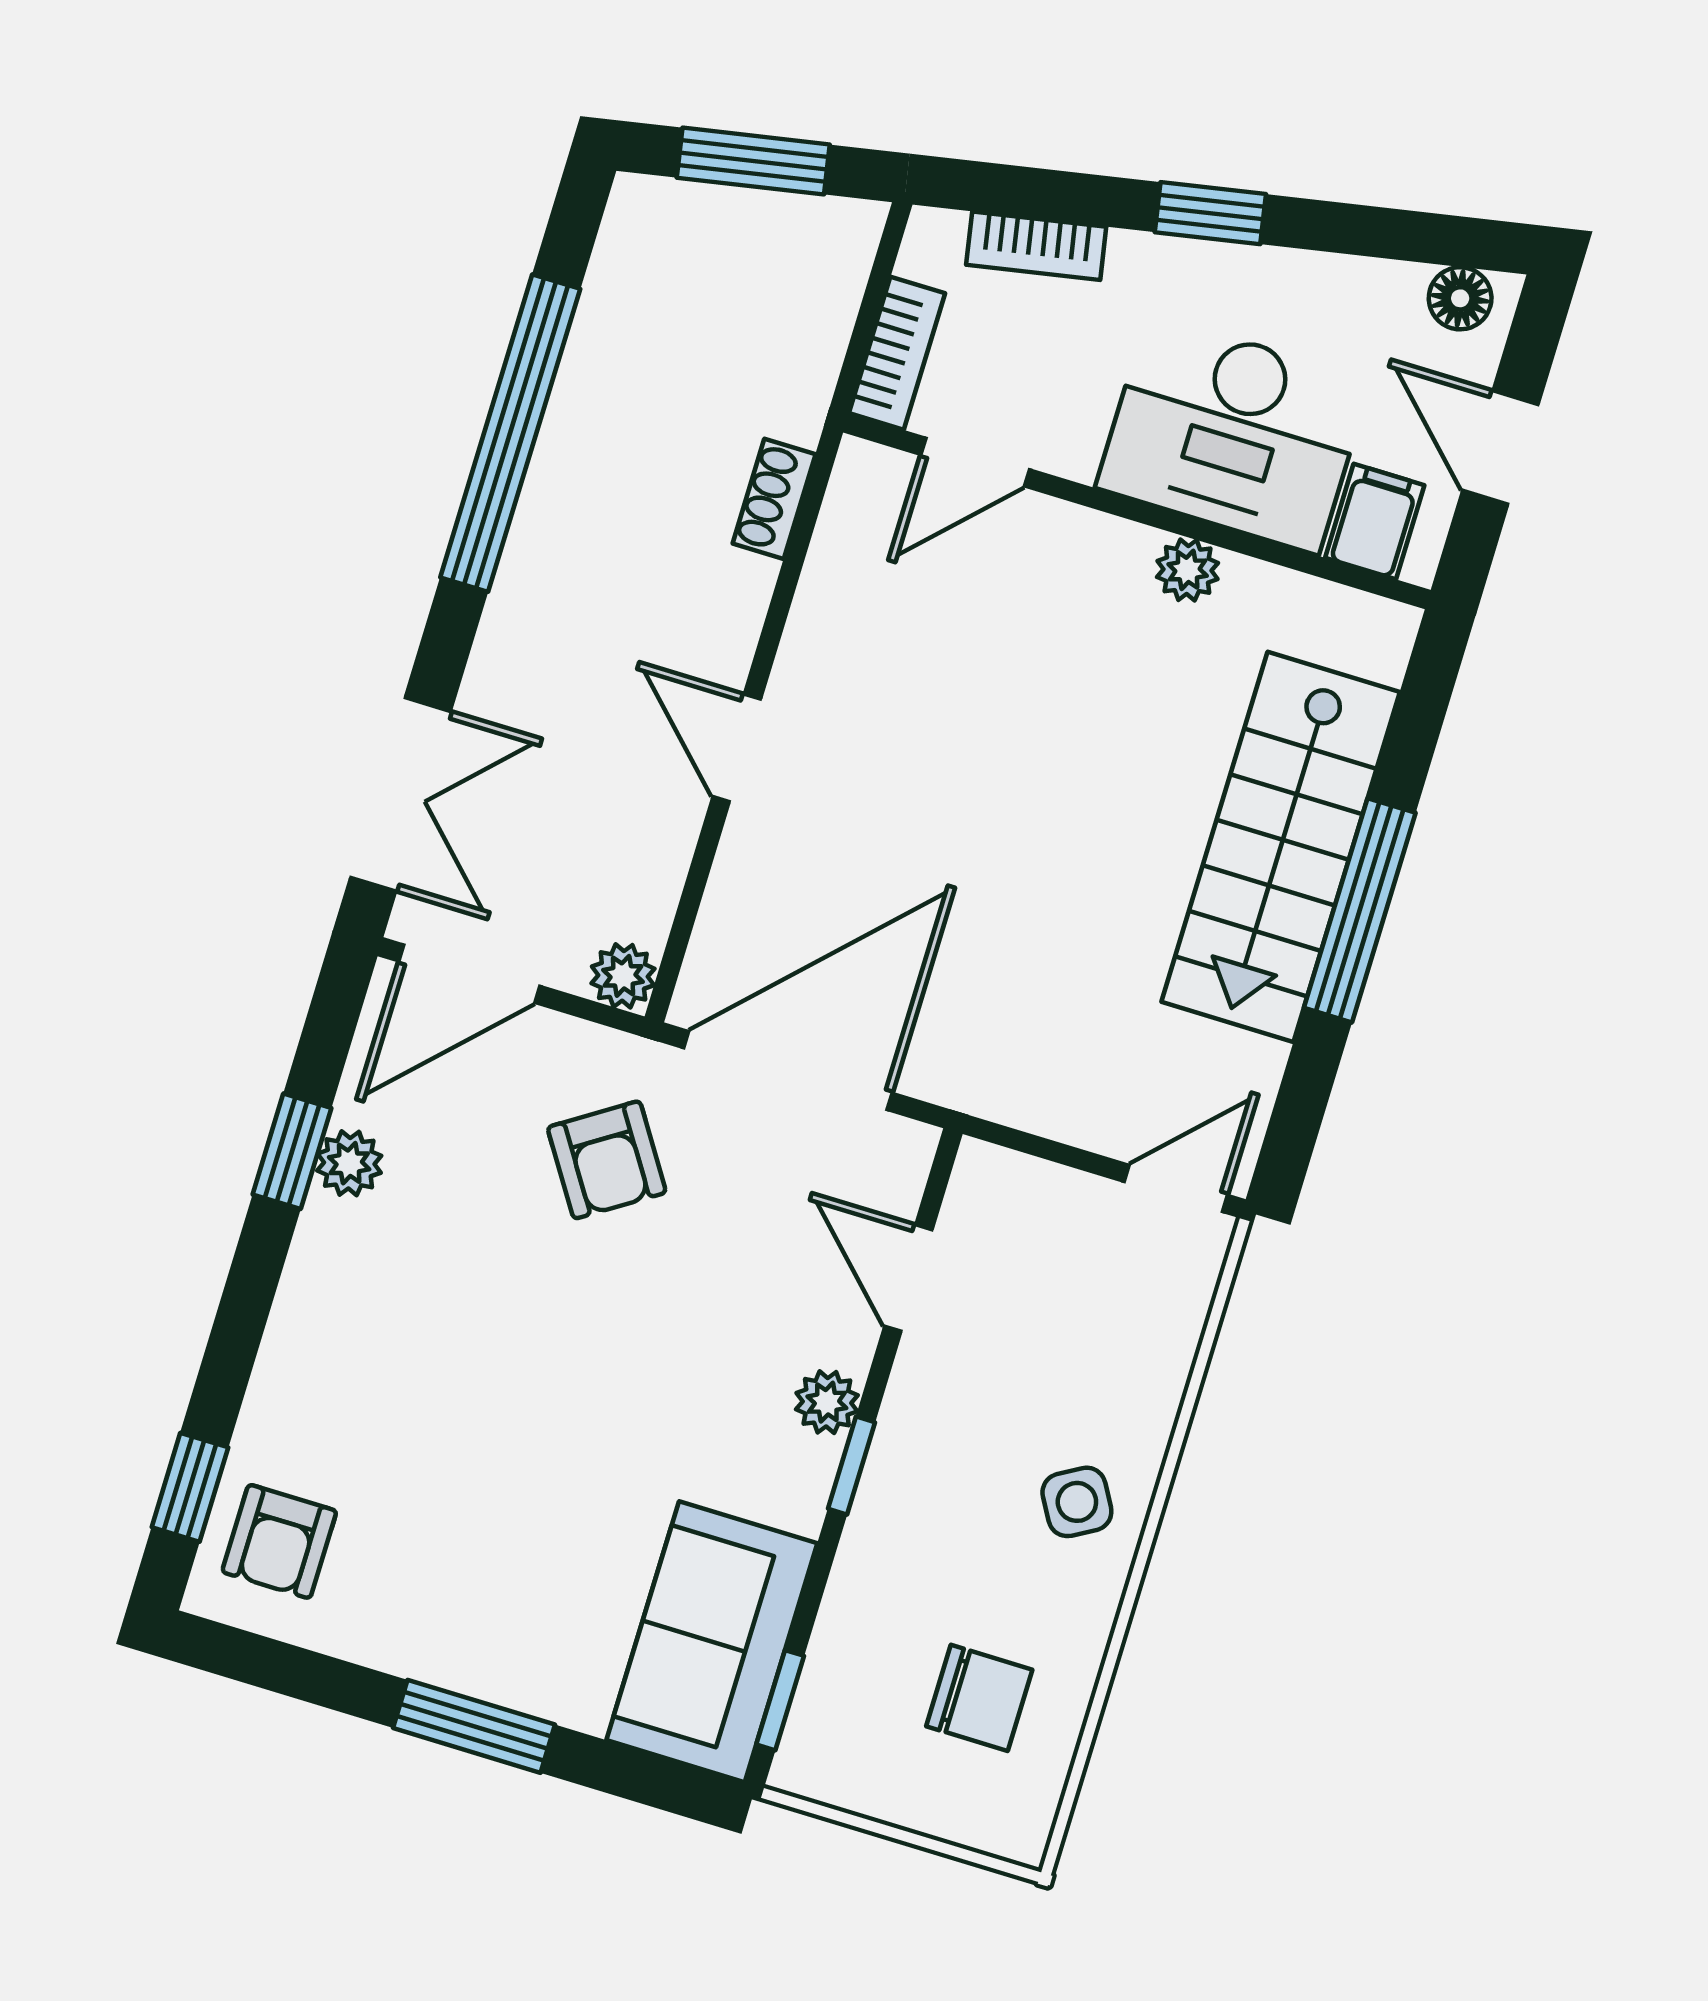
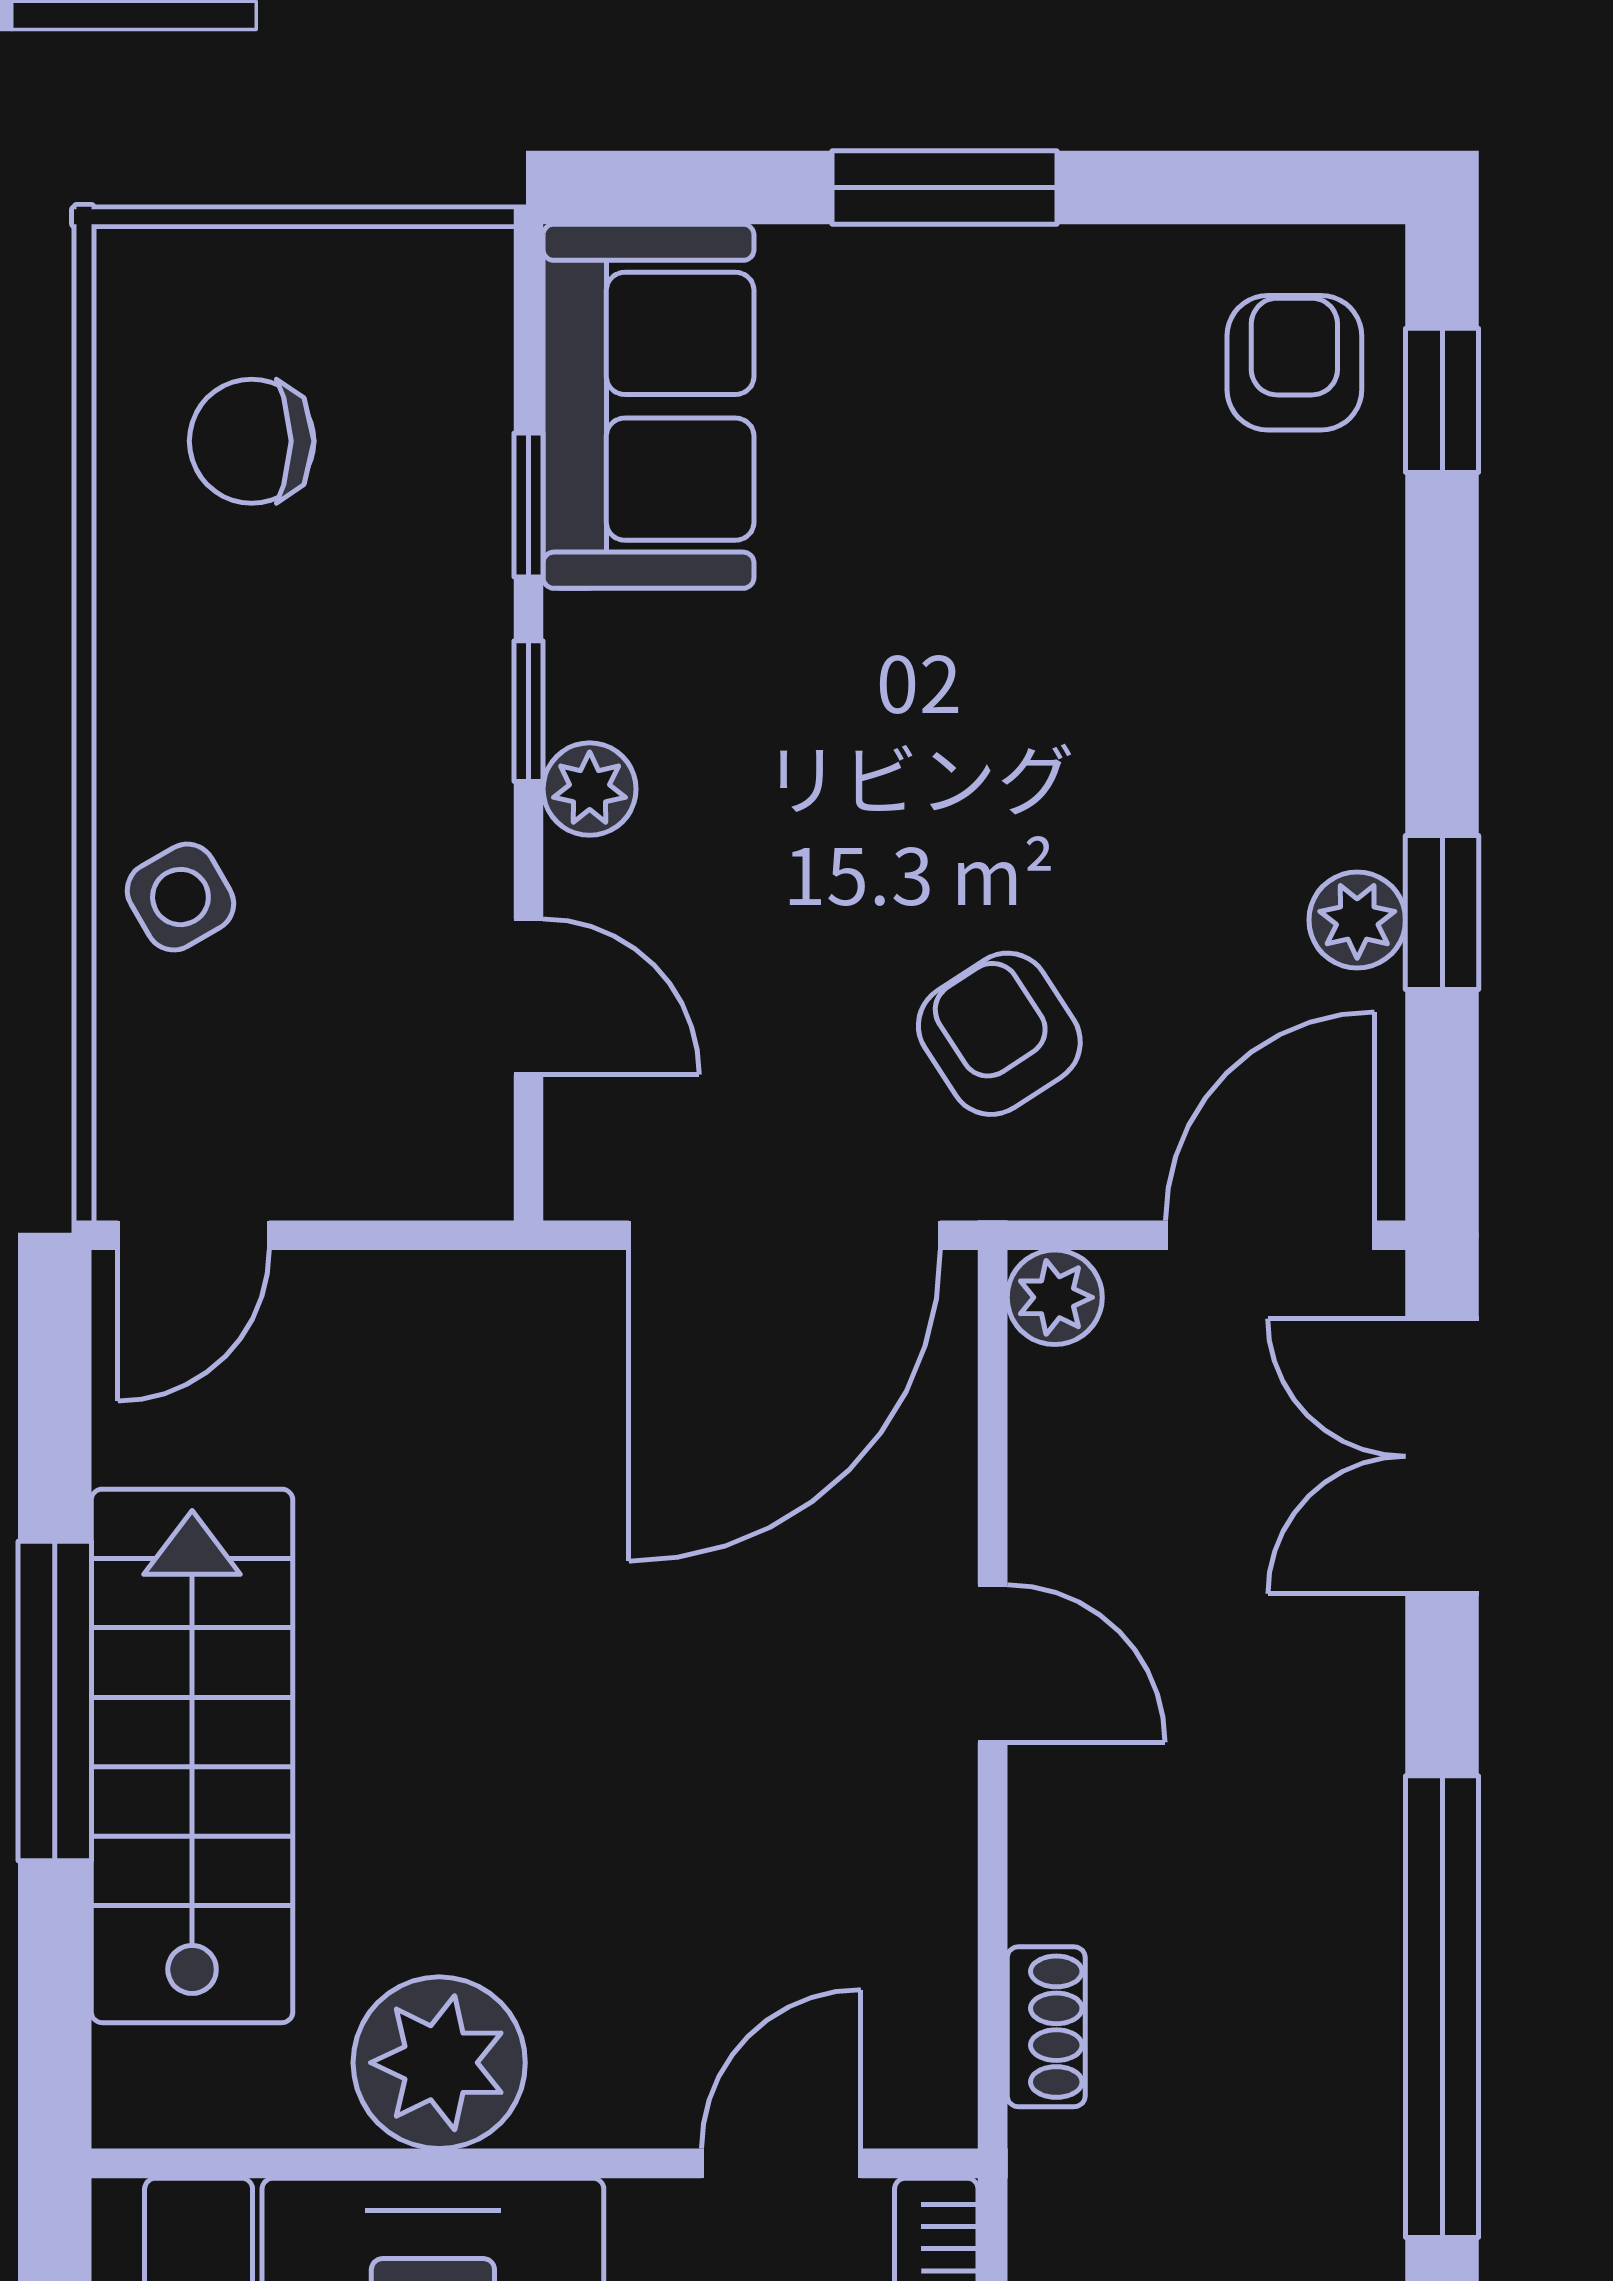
plant: (1188, 570) -> (439, 2063), width x1.88, depth x1.88
side table: (1077, 1502) -> (180, 897), moved
window: (780, 1700) -> (529, 505), moved

